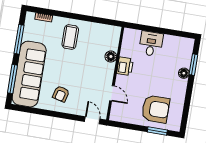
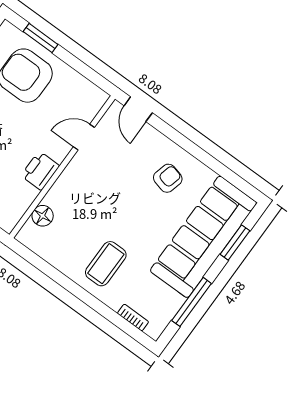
floor lamp: (111, 57) -> (43, 216), moved
window: (12, 79) -> (235, 243), width x0.69
door: (112, 93) -> (84, 137), hinge flipped

